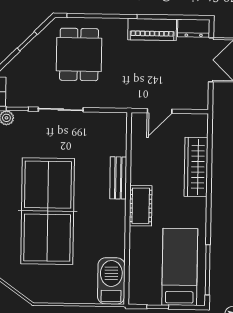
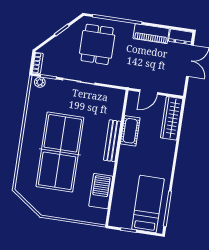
wardrobe: (196, 167) -> (172, 118), moved
bench: (118, 178) -> (112, 141), width x1.36
cot: (141, 206) -> (130, 131), moved
barbecue: (111, 281) -> (101, 191), moved

